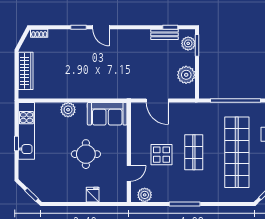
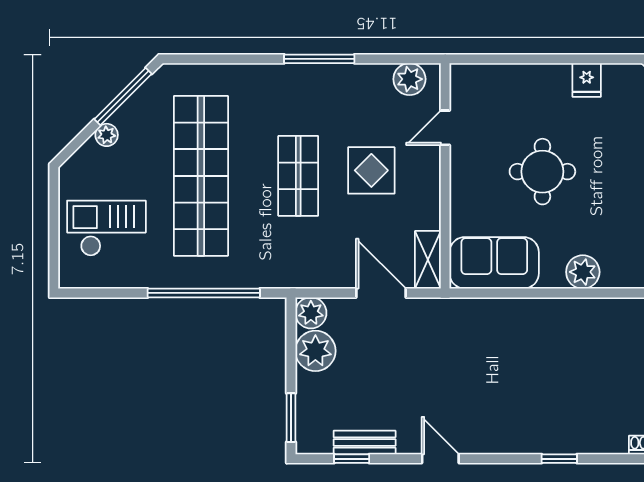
door: (101, 27) -> (440, 459), moved
plant: (188, 43) -> (311, 313), moved
shelving: (136, 115) -> (428, 260), added
fridge: (93, 195) -> (587, 80), moved

